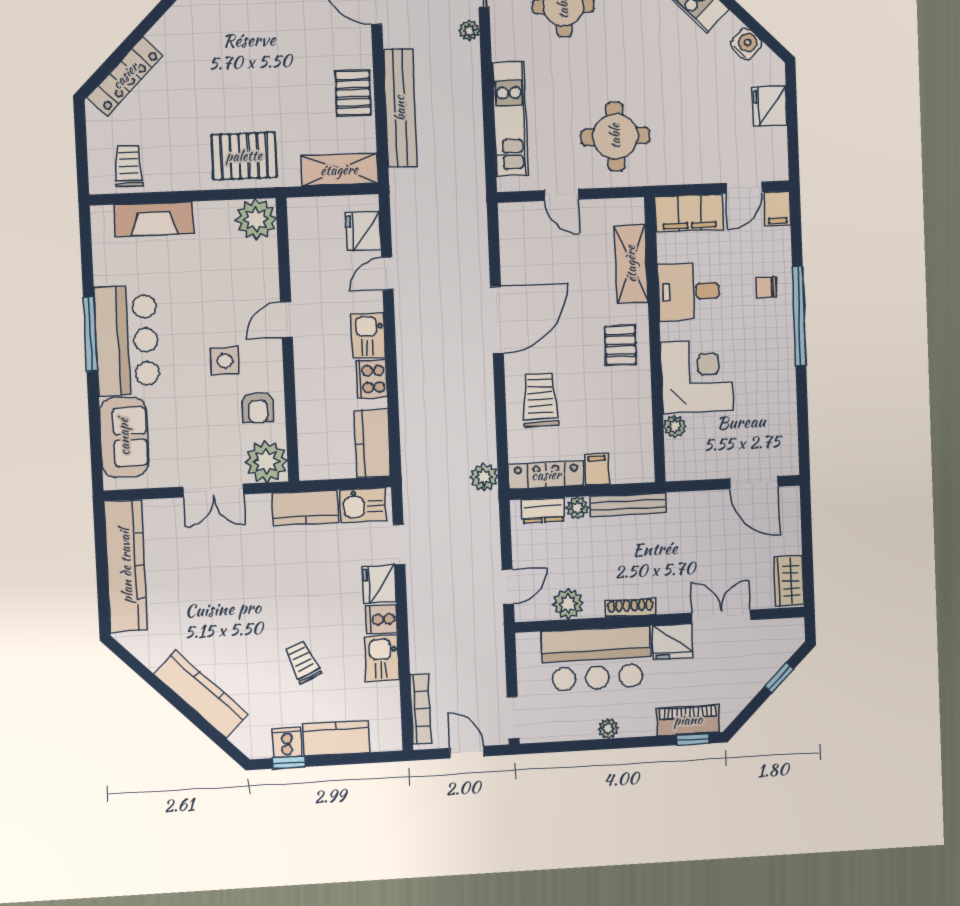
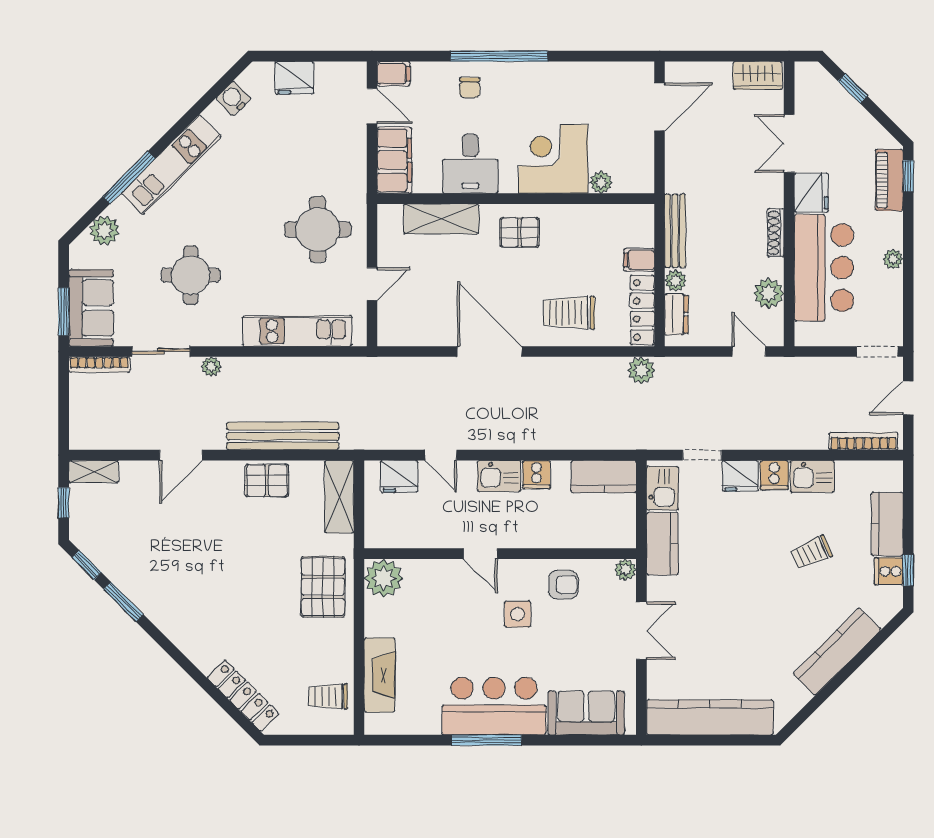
cooker: (372, 379) -> (536, 475), width x0.73
plant: (266, 461) -> (625, 570), width x0.53, depth x0.53

